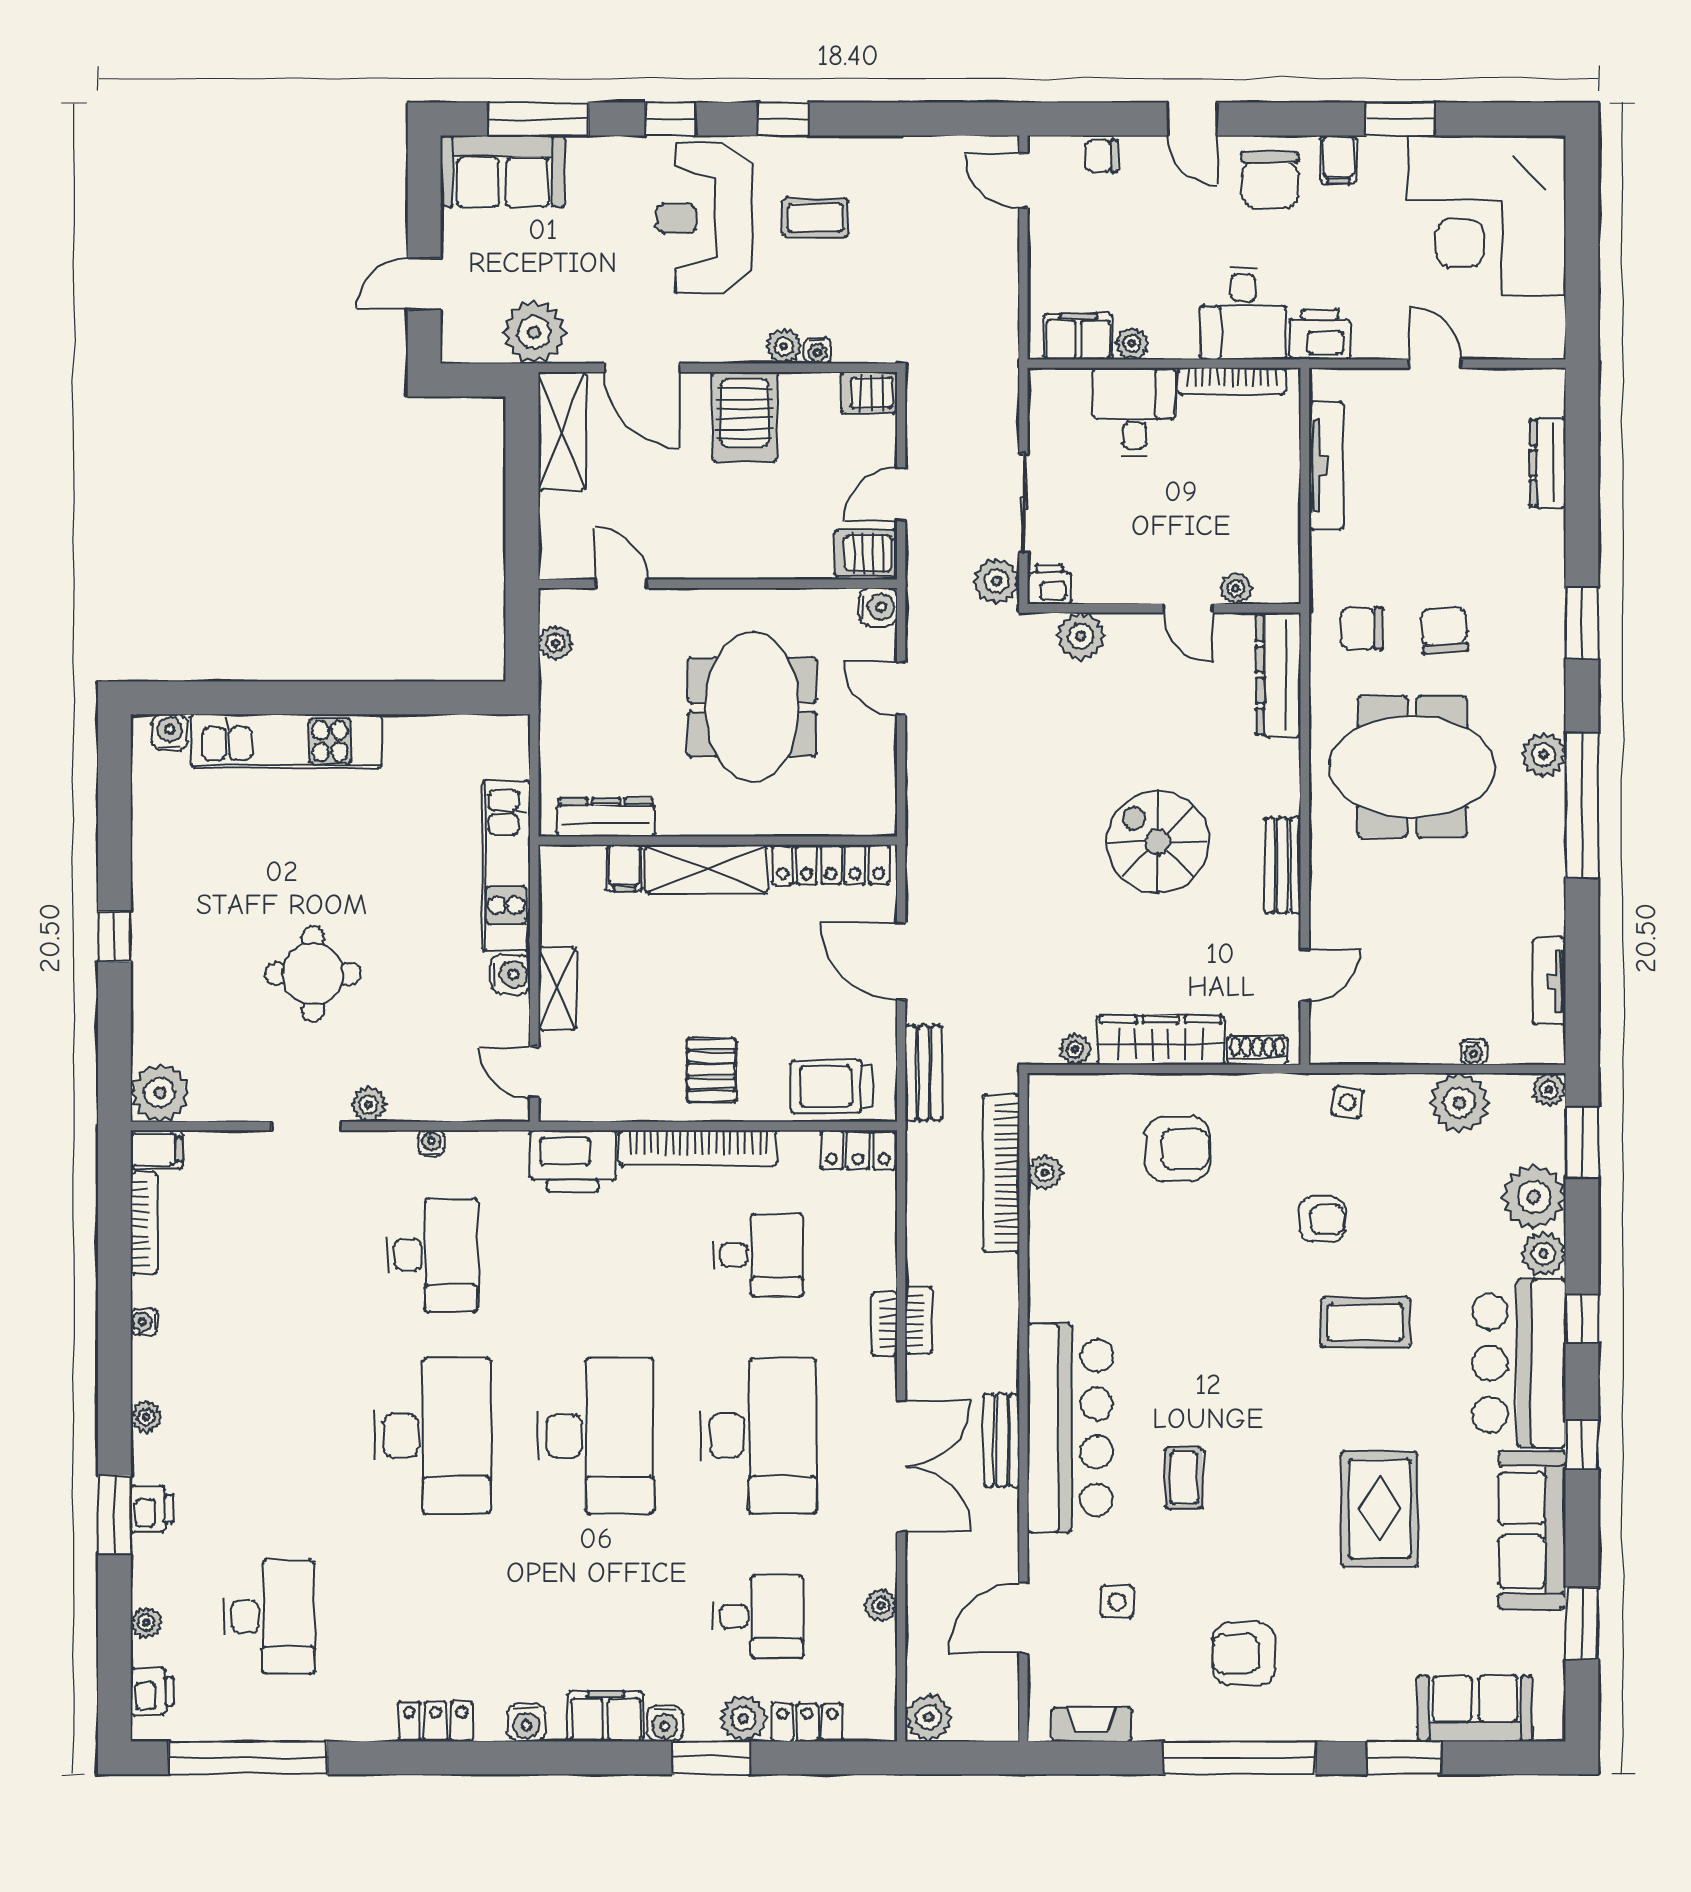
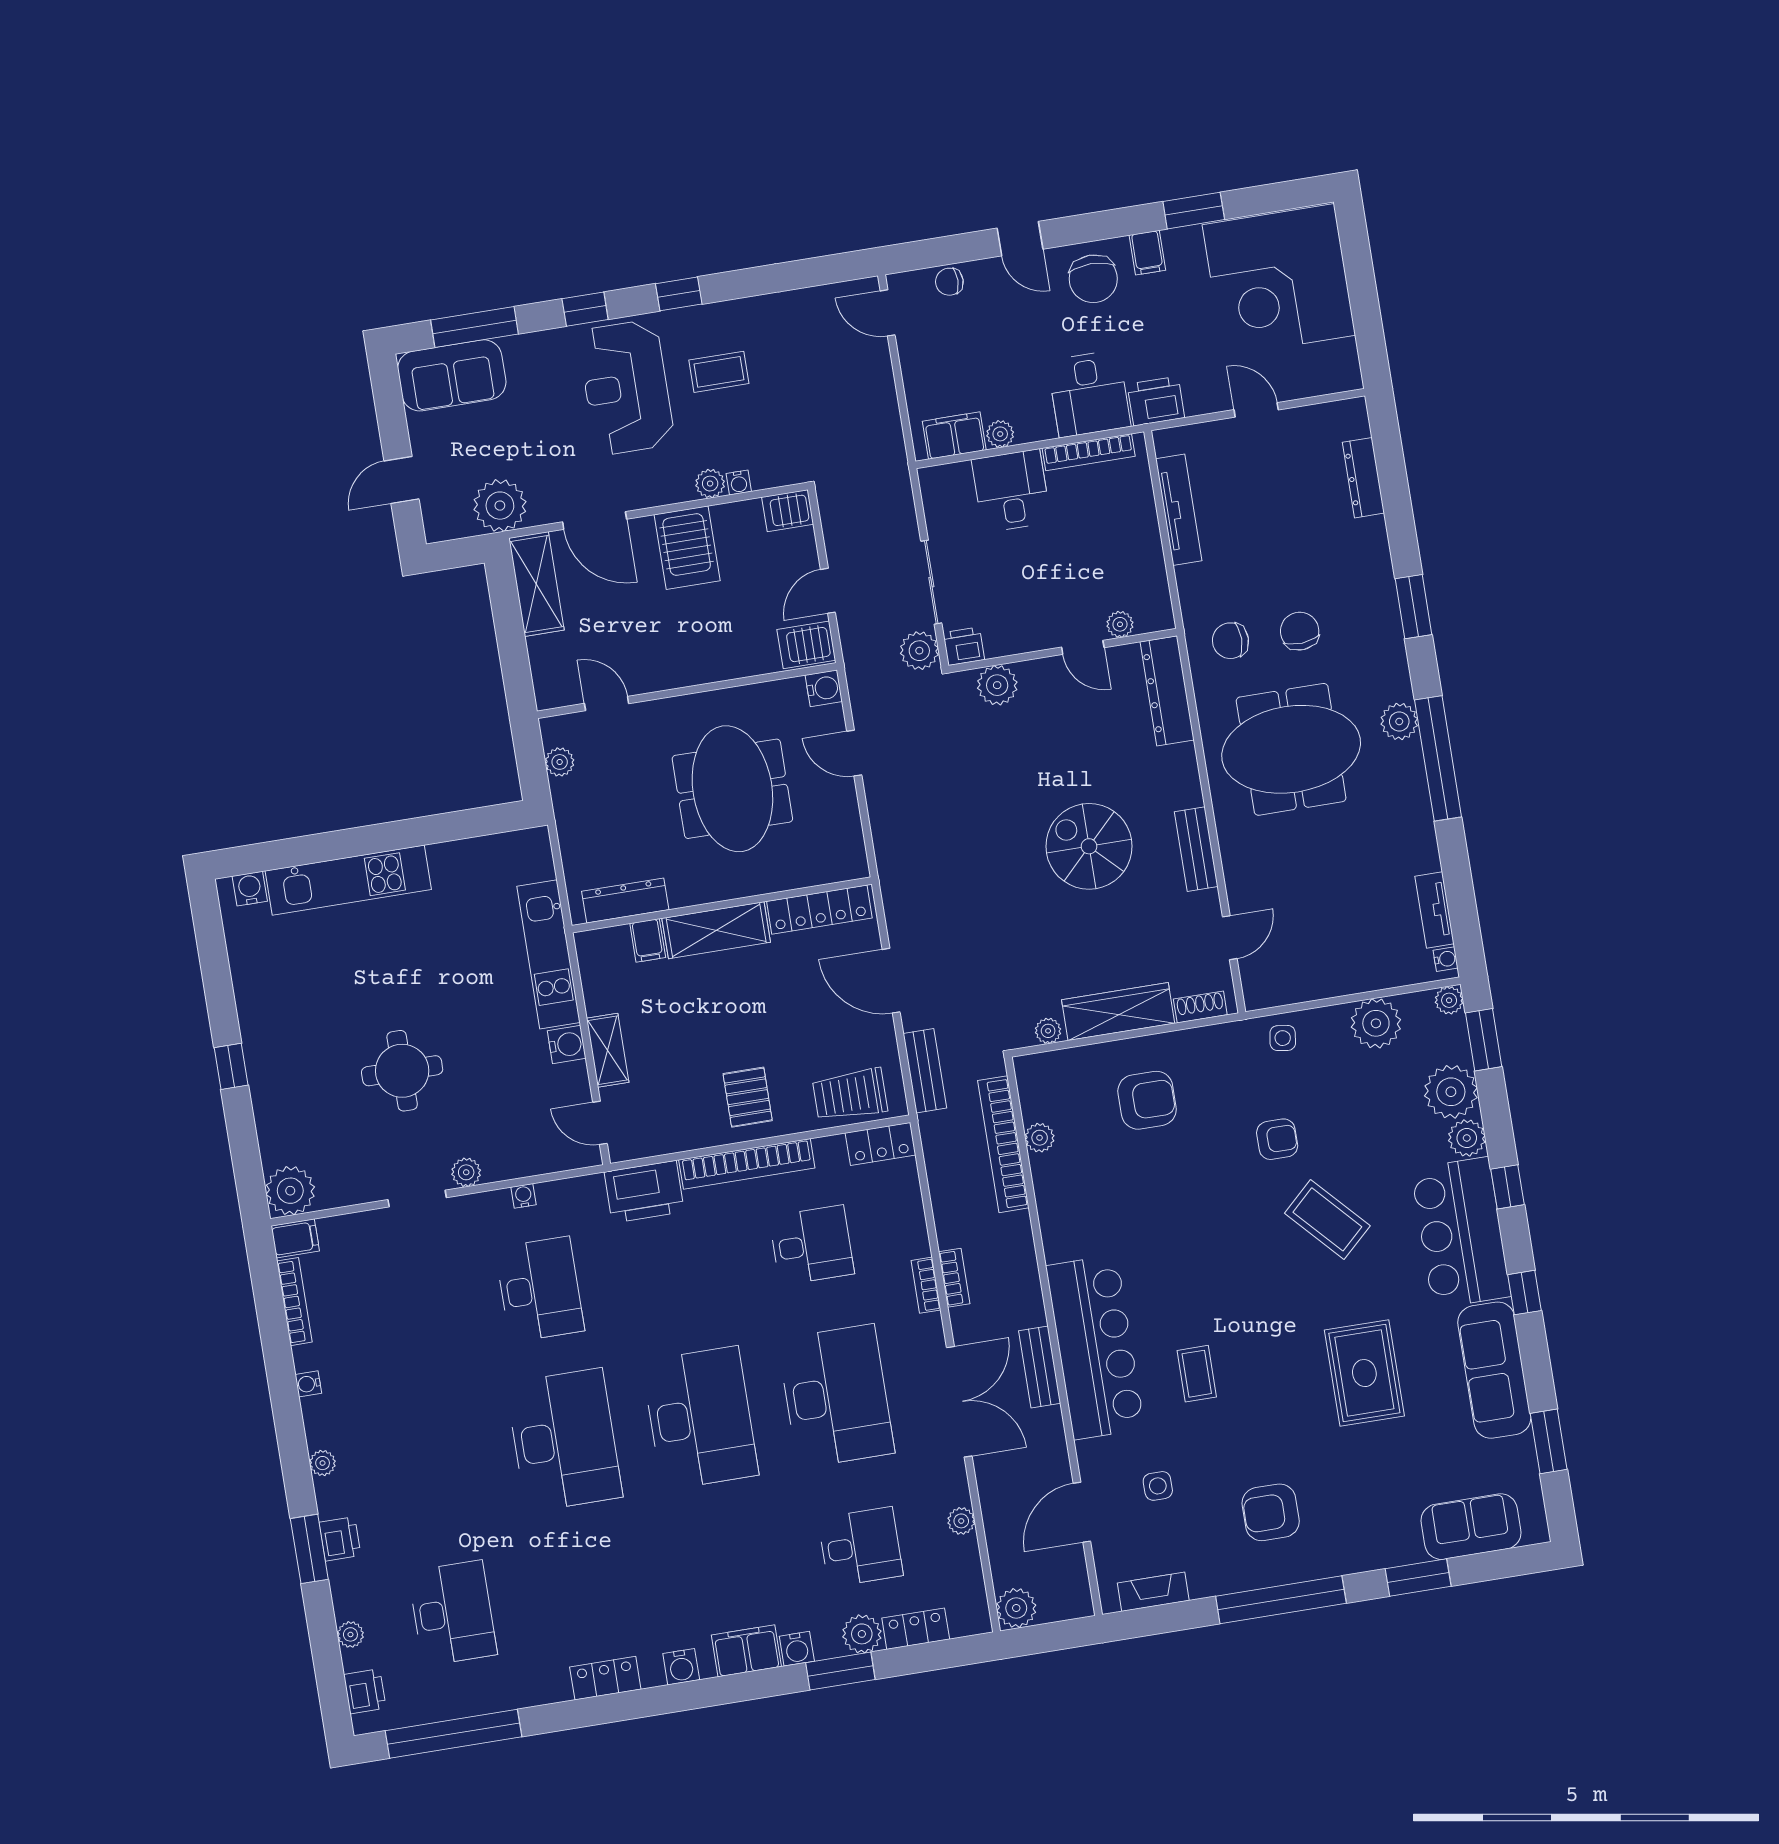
water cooler: (1474, 1052) -> (1446, 959), moved, turned -90
coffee table: (1365, 1323) -> (1327, 1219), turned 47

